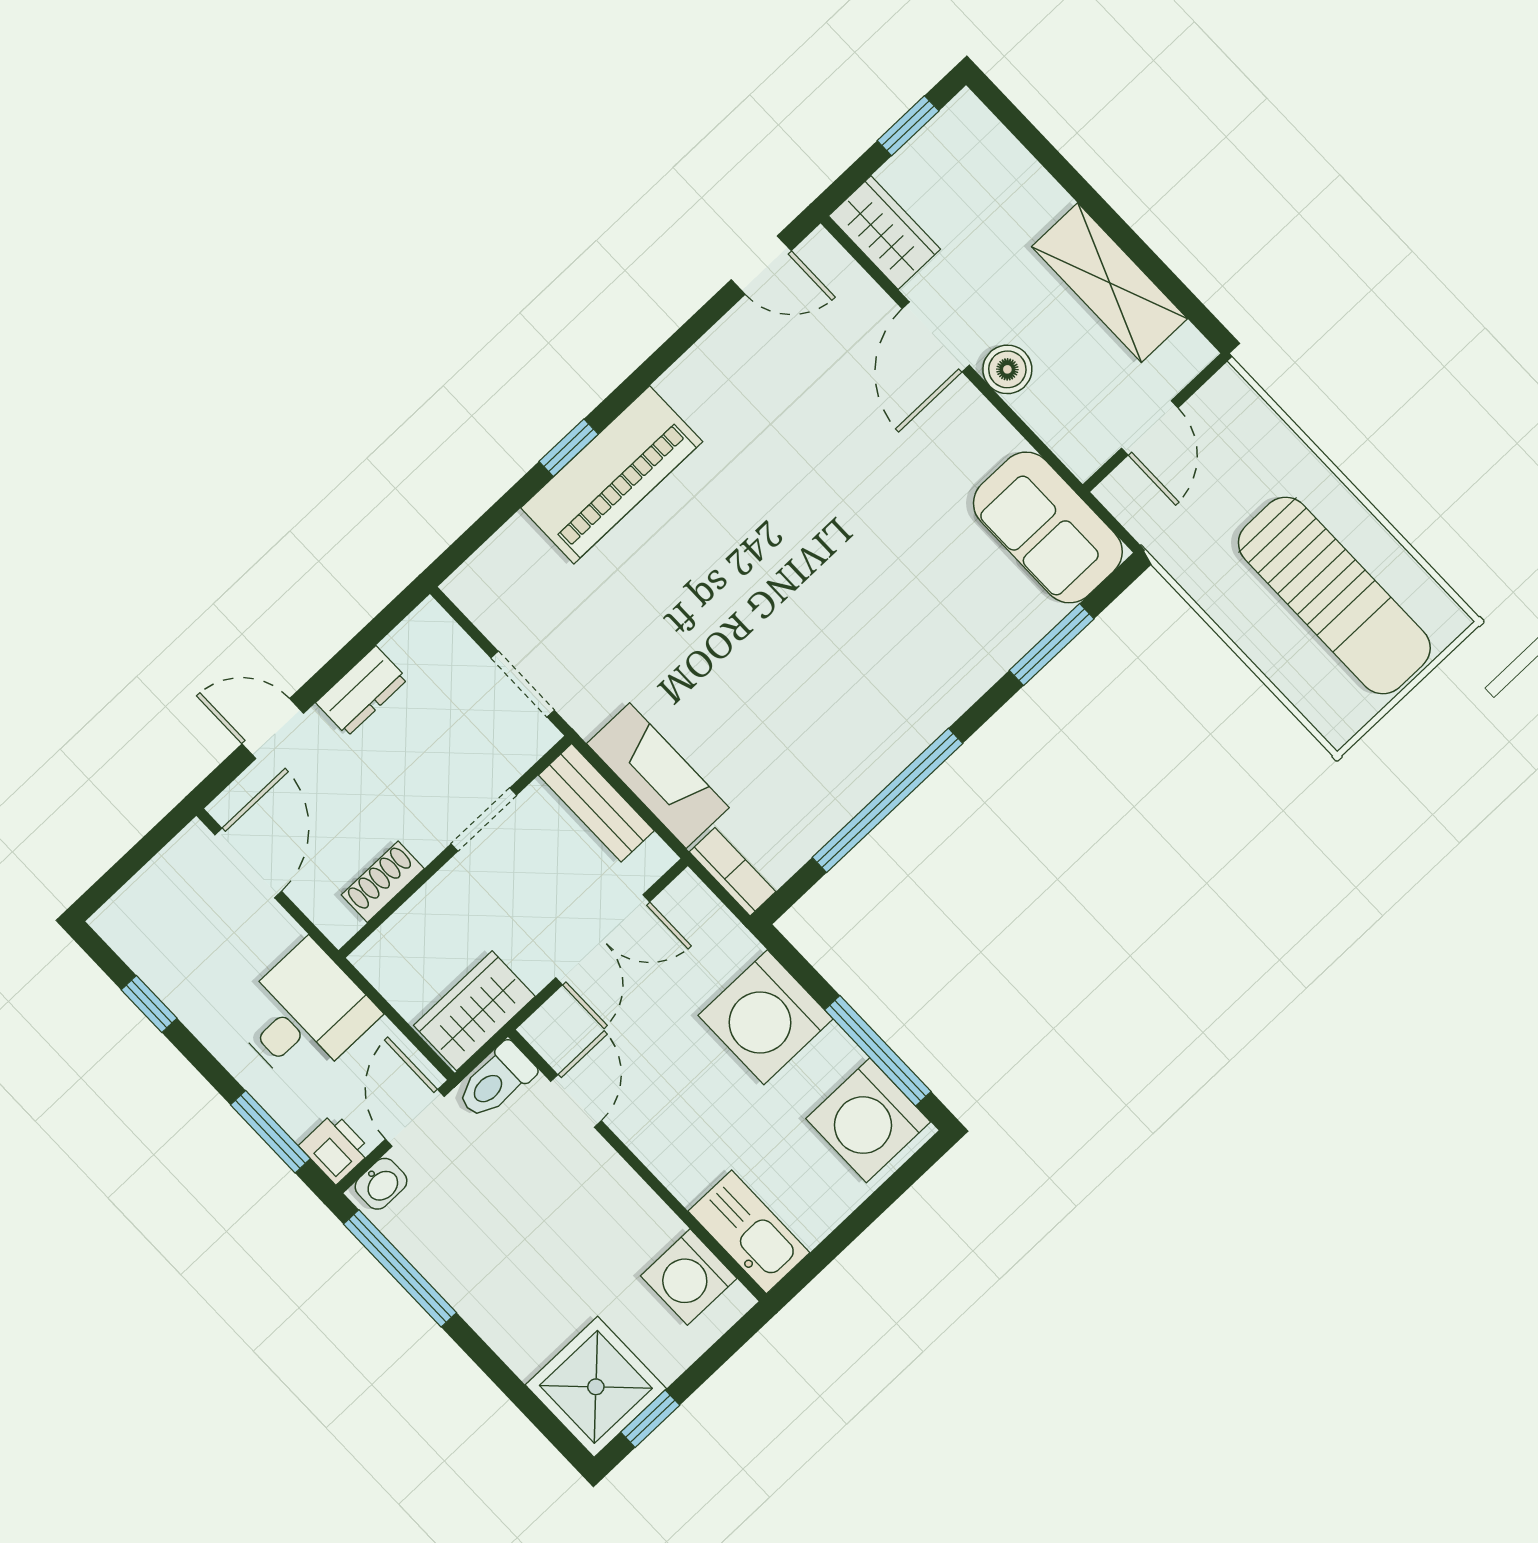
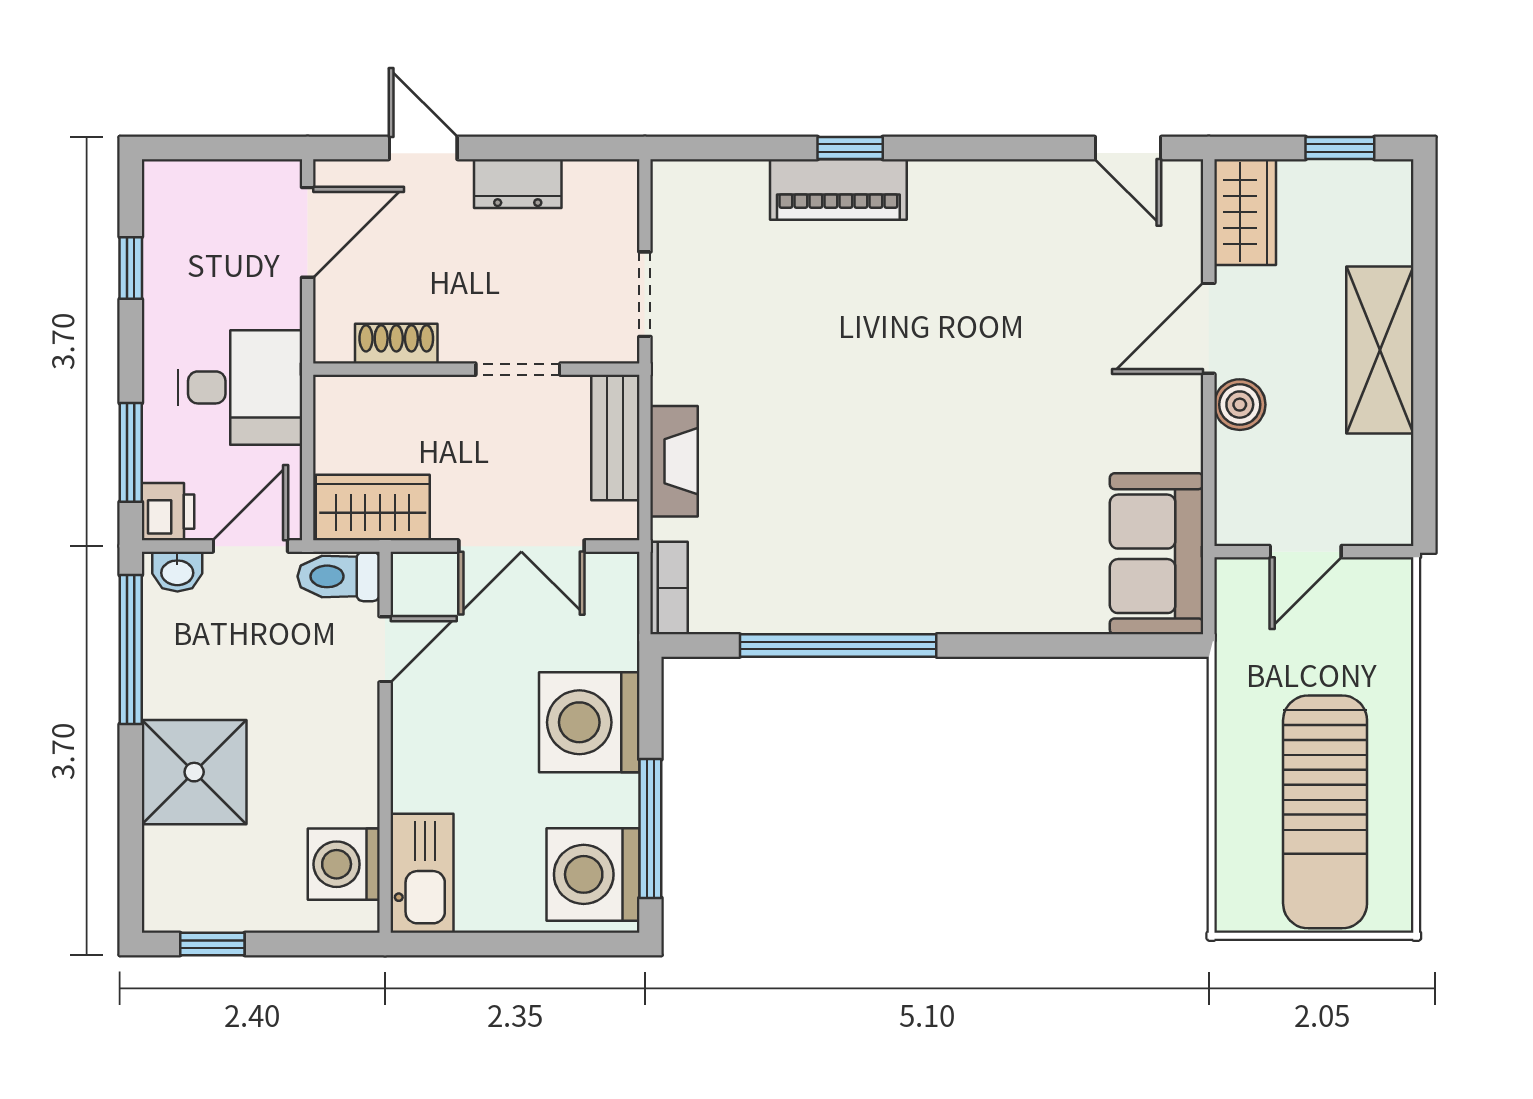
shelving: (1110, 283) -> (1380, 350), moved
piano: (612, 475) -> (838, 190), width x0.73, depth x0.75
window: (1052, 645) -> (1075, 646), removed
fireplace: (658, 776) -> (674, 461), width x0.73, depth x0.76
shower: (596, 1387) -> (194, 772), moved

